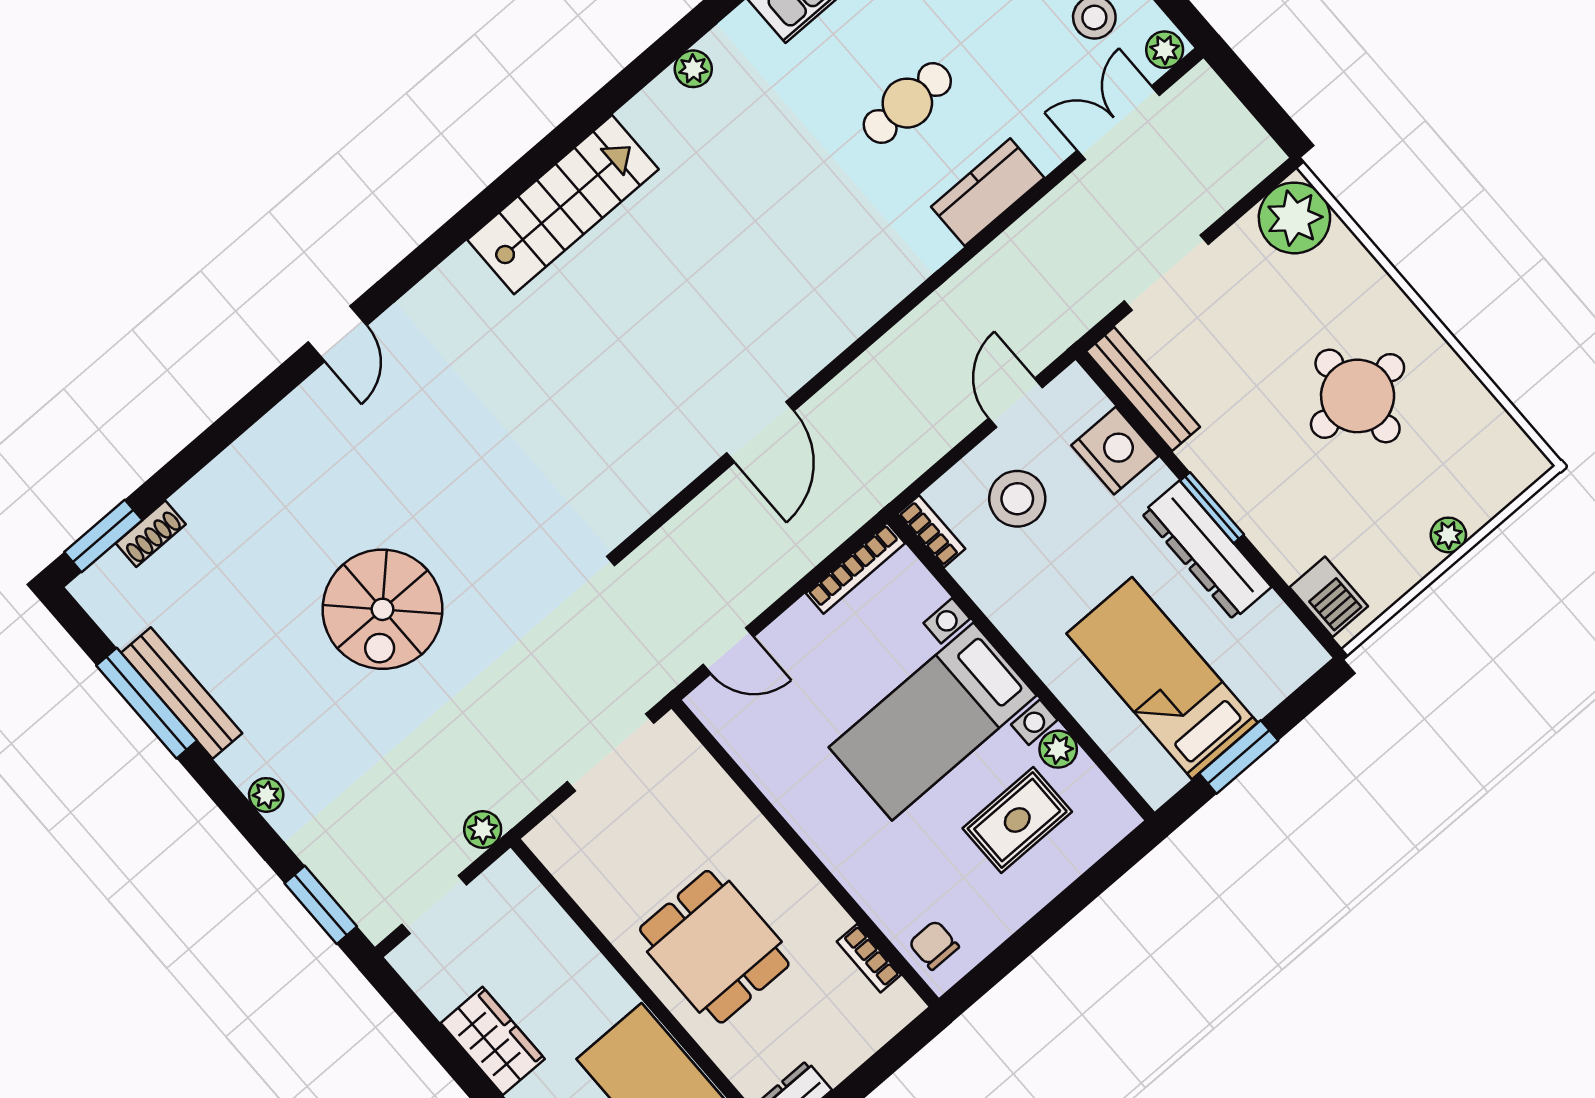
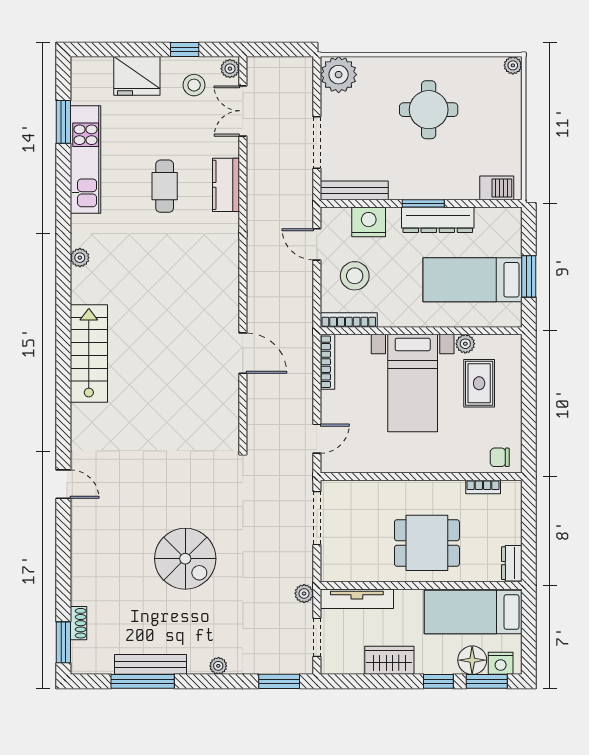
bookcase: (931, 531) -> (349, 320), width x1.56
plant: (1448, 535) -> (513, 65), moved
tv unit: (542, 914) -> (357, 599), added

